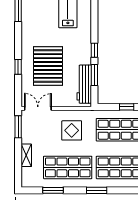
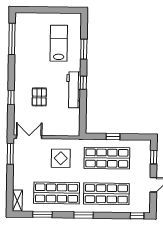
pallet: (48, 66) -> (39, 97), width x0.49, depth x0.50
window: (94, 75) -> (84, 49), moved
workbench: (84, 84) -> (74, 90), moved
shelving: (26, 155) -> (17, 201), moved

